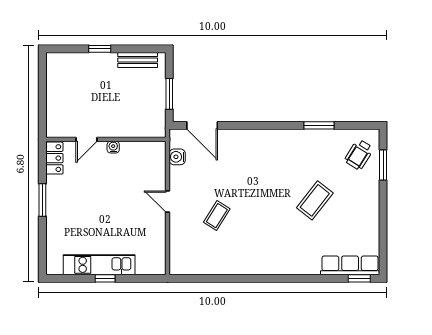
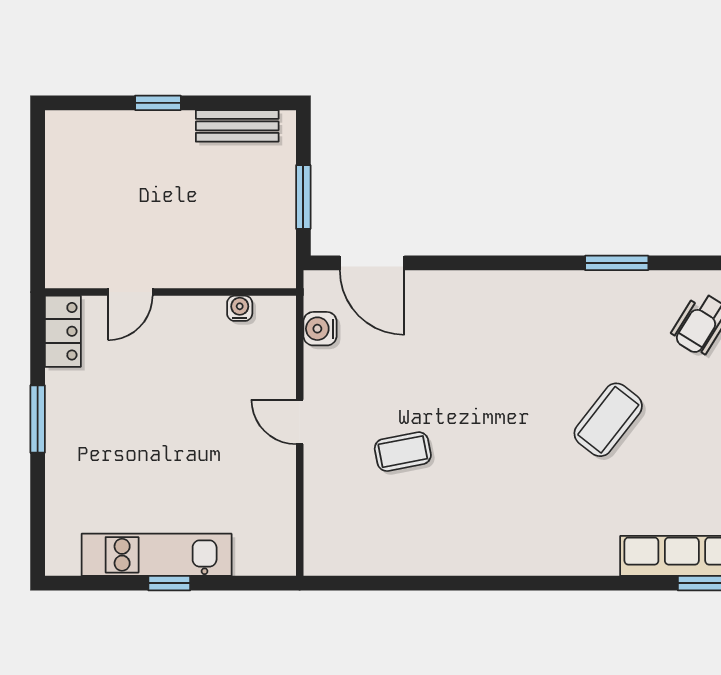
water cooler: (113, 147) -> (240, 308), moved
coffee table: (217, 216) -> (403, 452), turned 47

